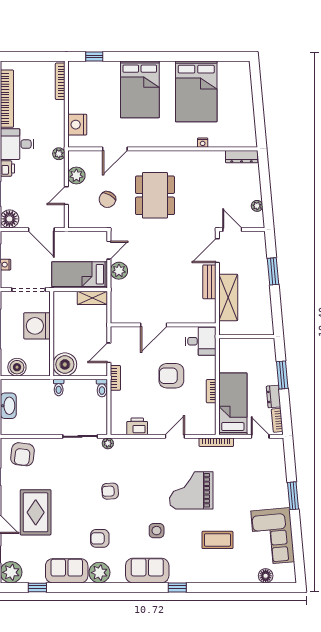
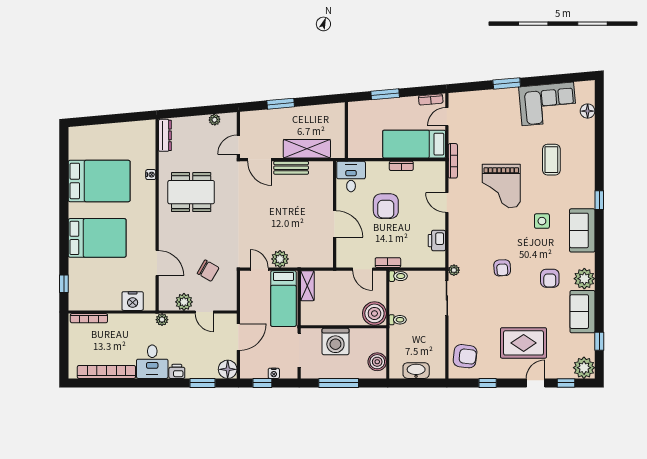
dining table: (155, 195) -> (191, 192), moved
dresser: (273, 397) -> (407, 103), removed

